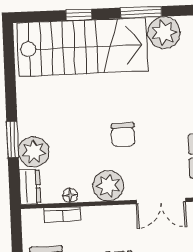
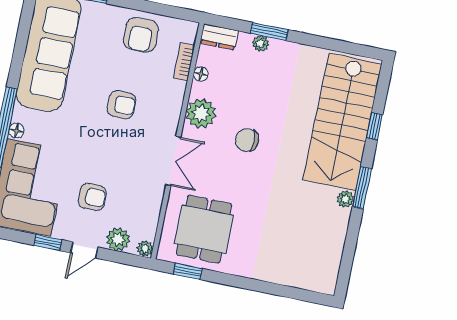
plant: (164, 33) -> (345, 199), width x0.53, depth x0.53
plant: (34, 152) -> (261, 43), width x0.53, depth x0.53
double door: (161, 201) -> (173, 161), swing flipped

